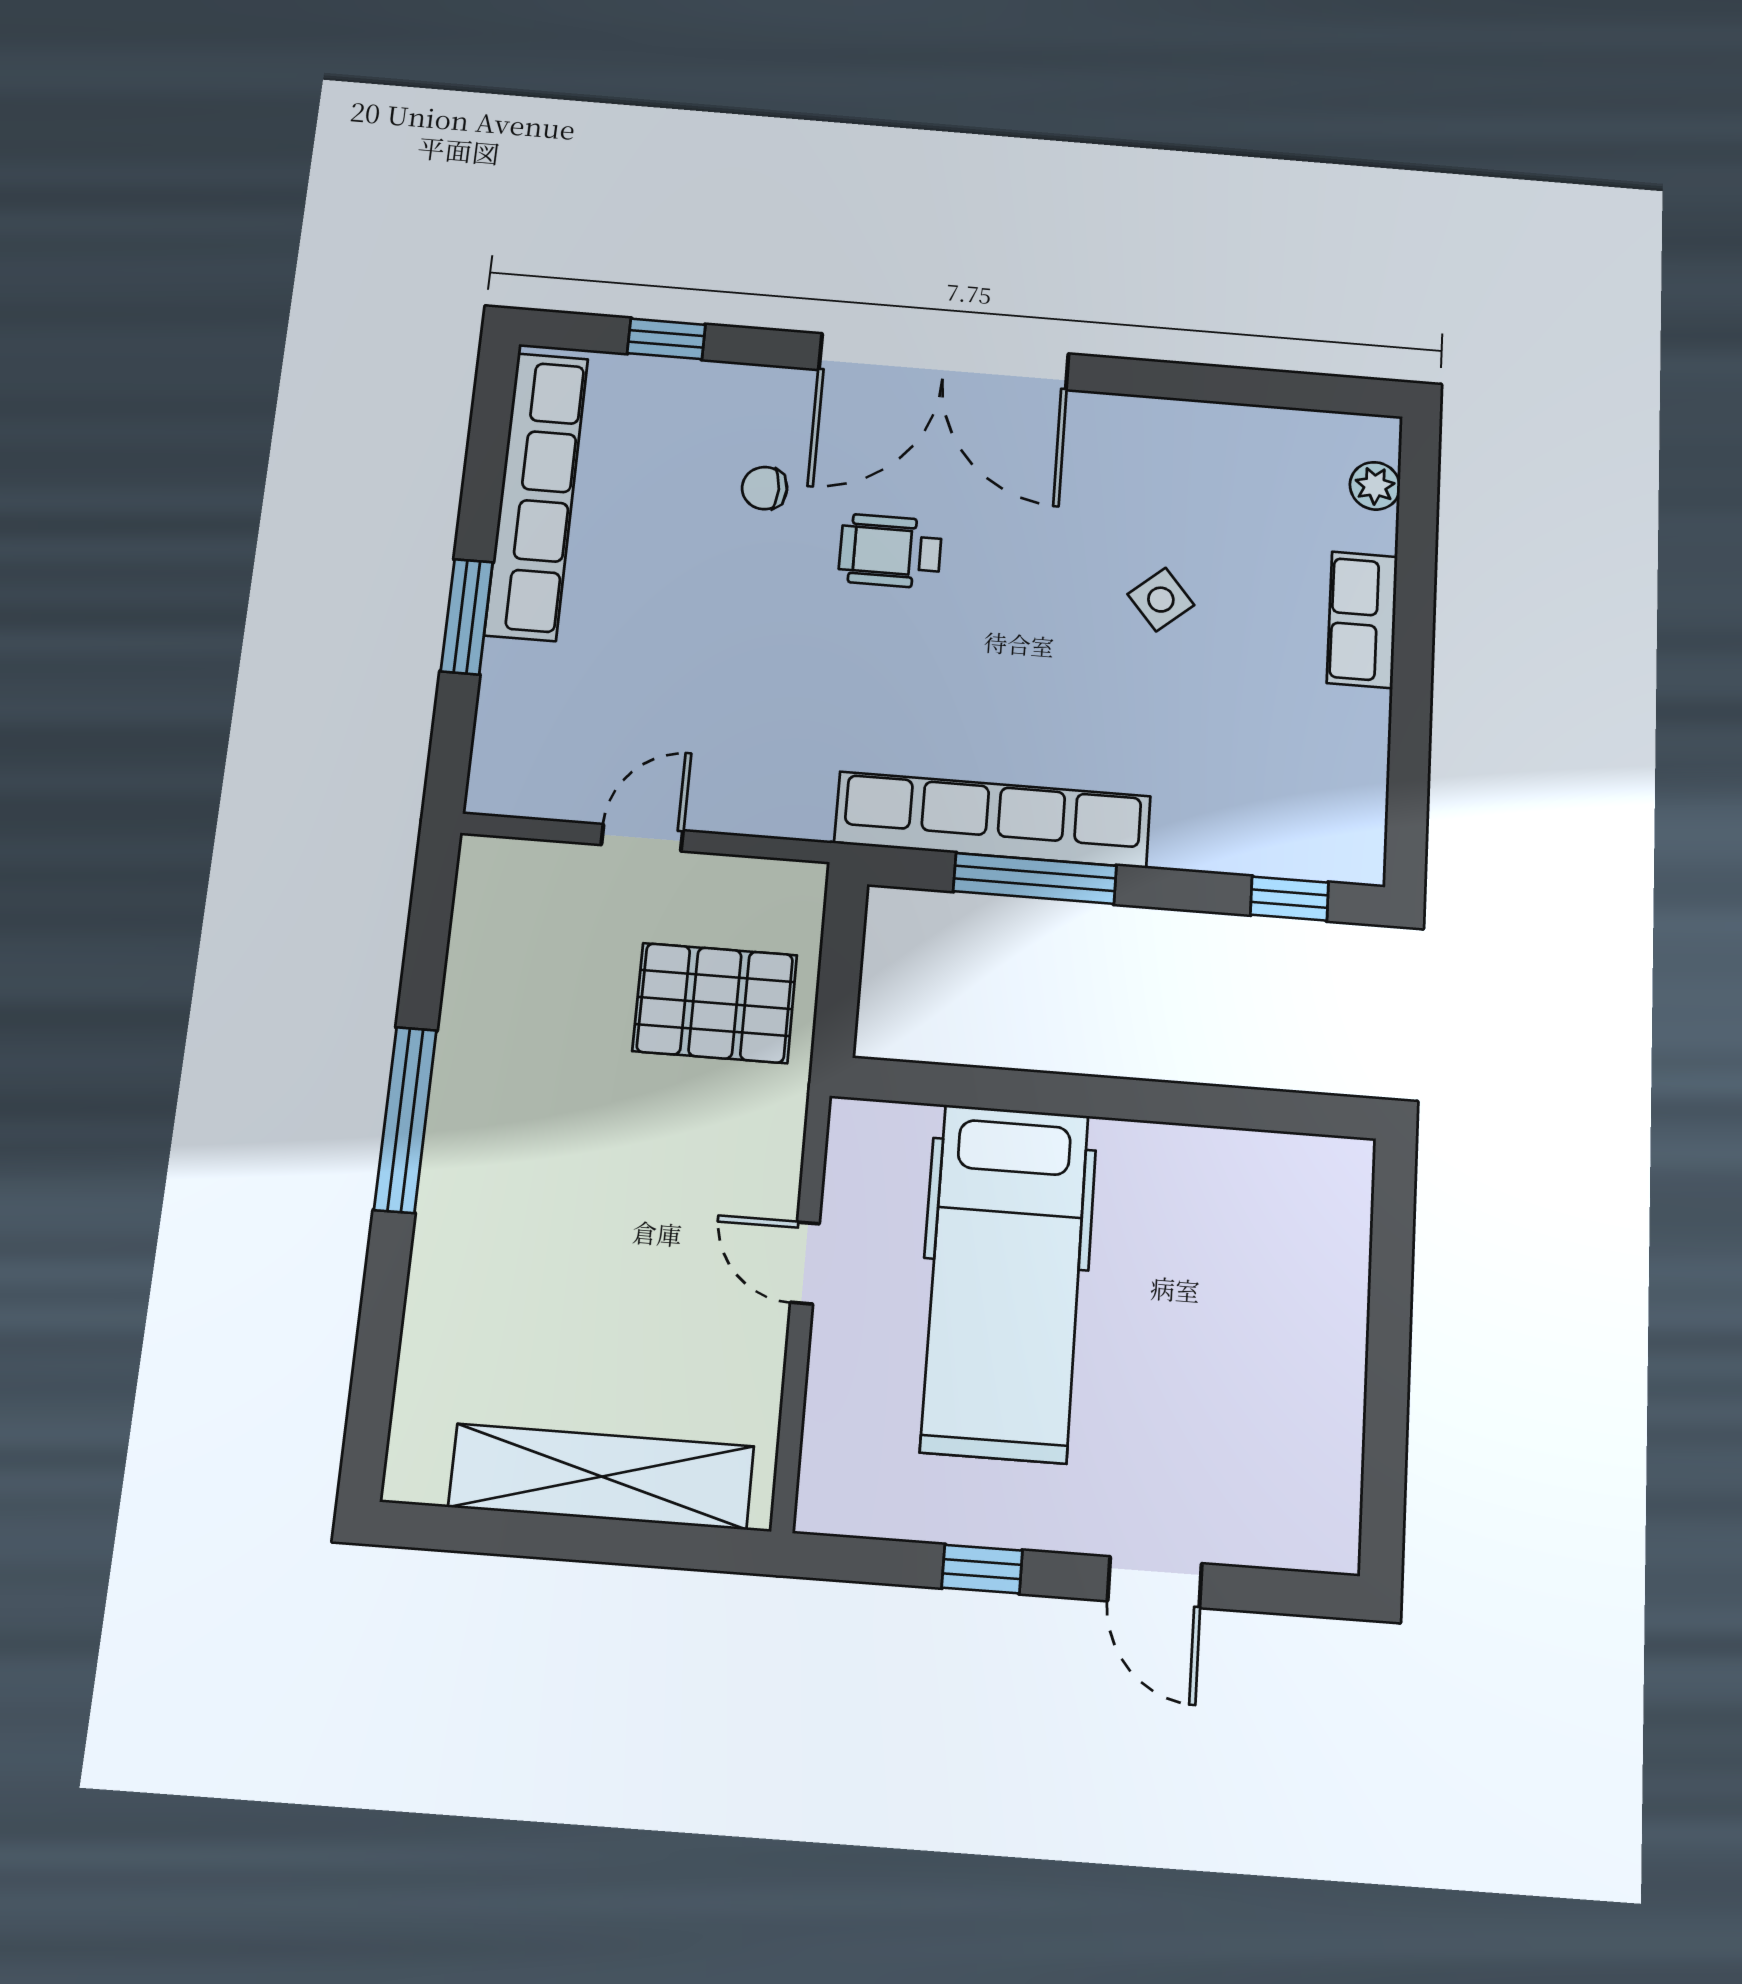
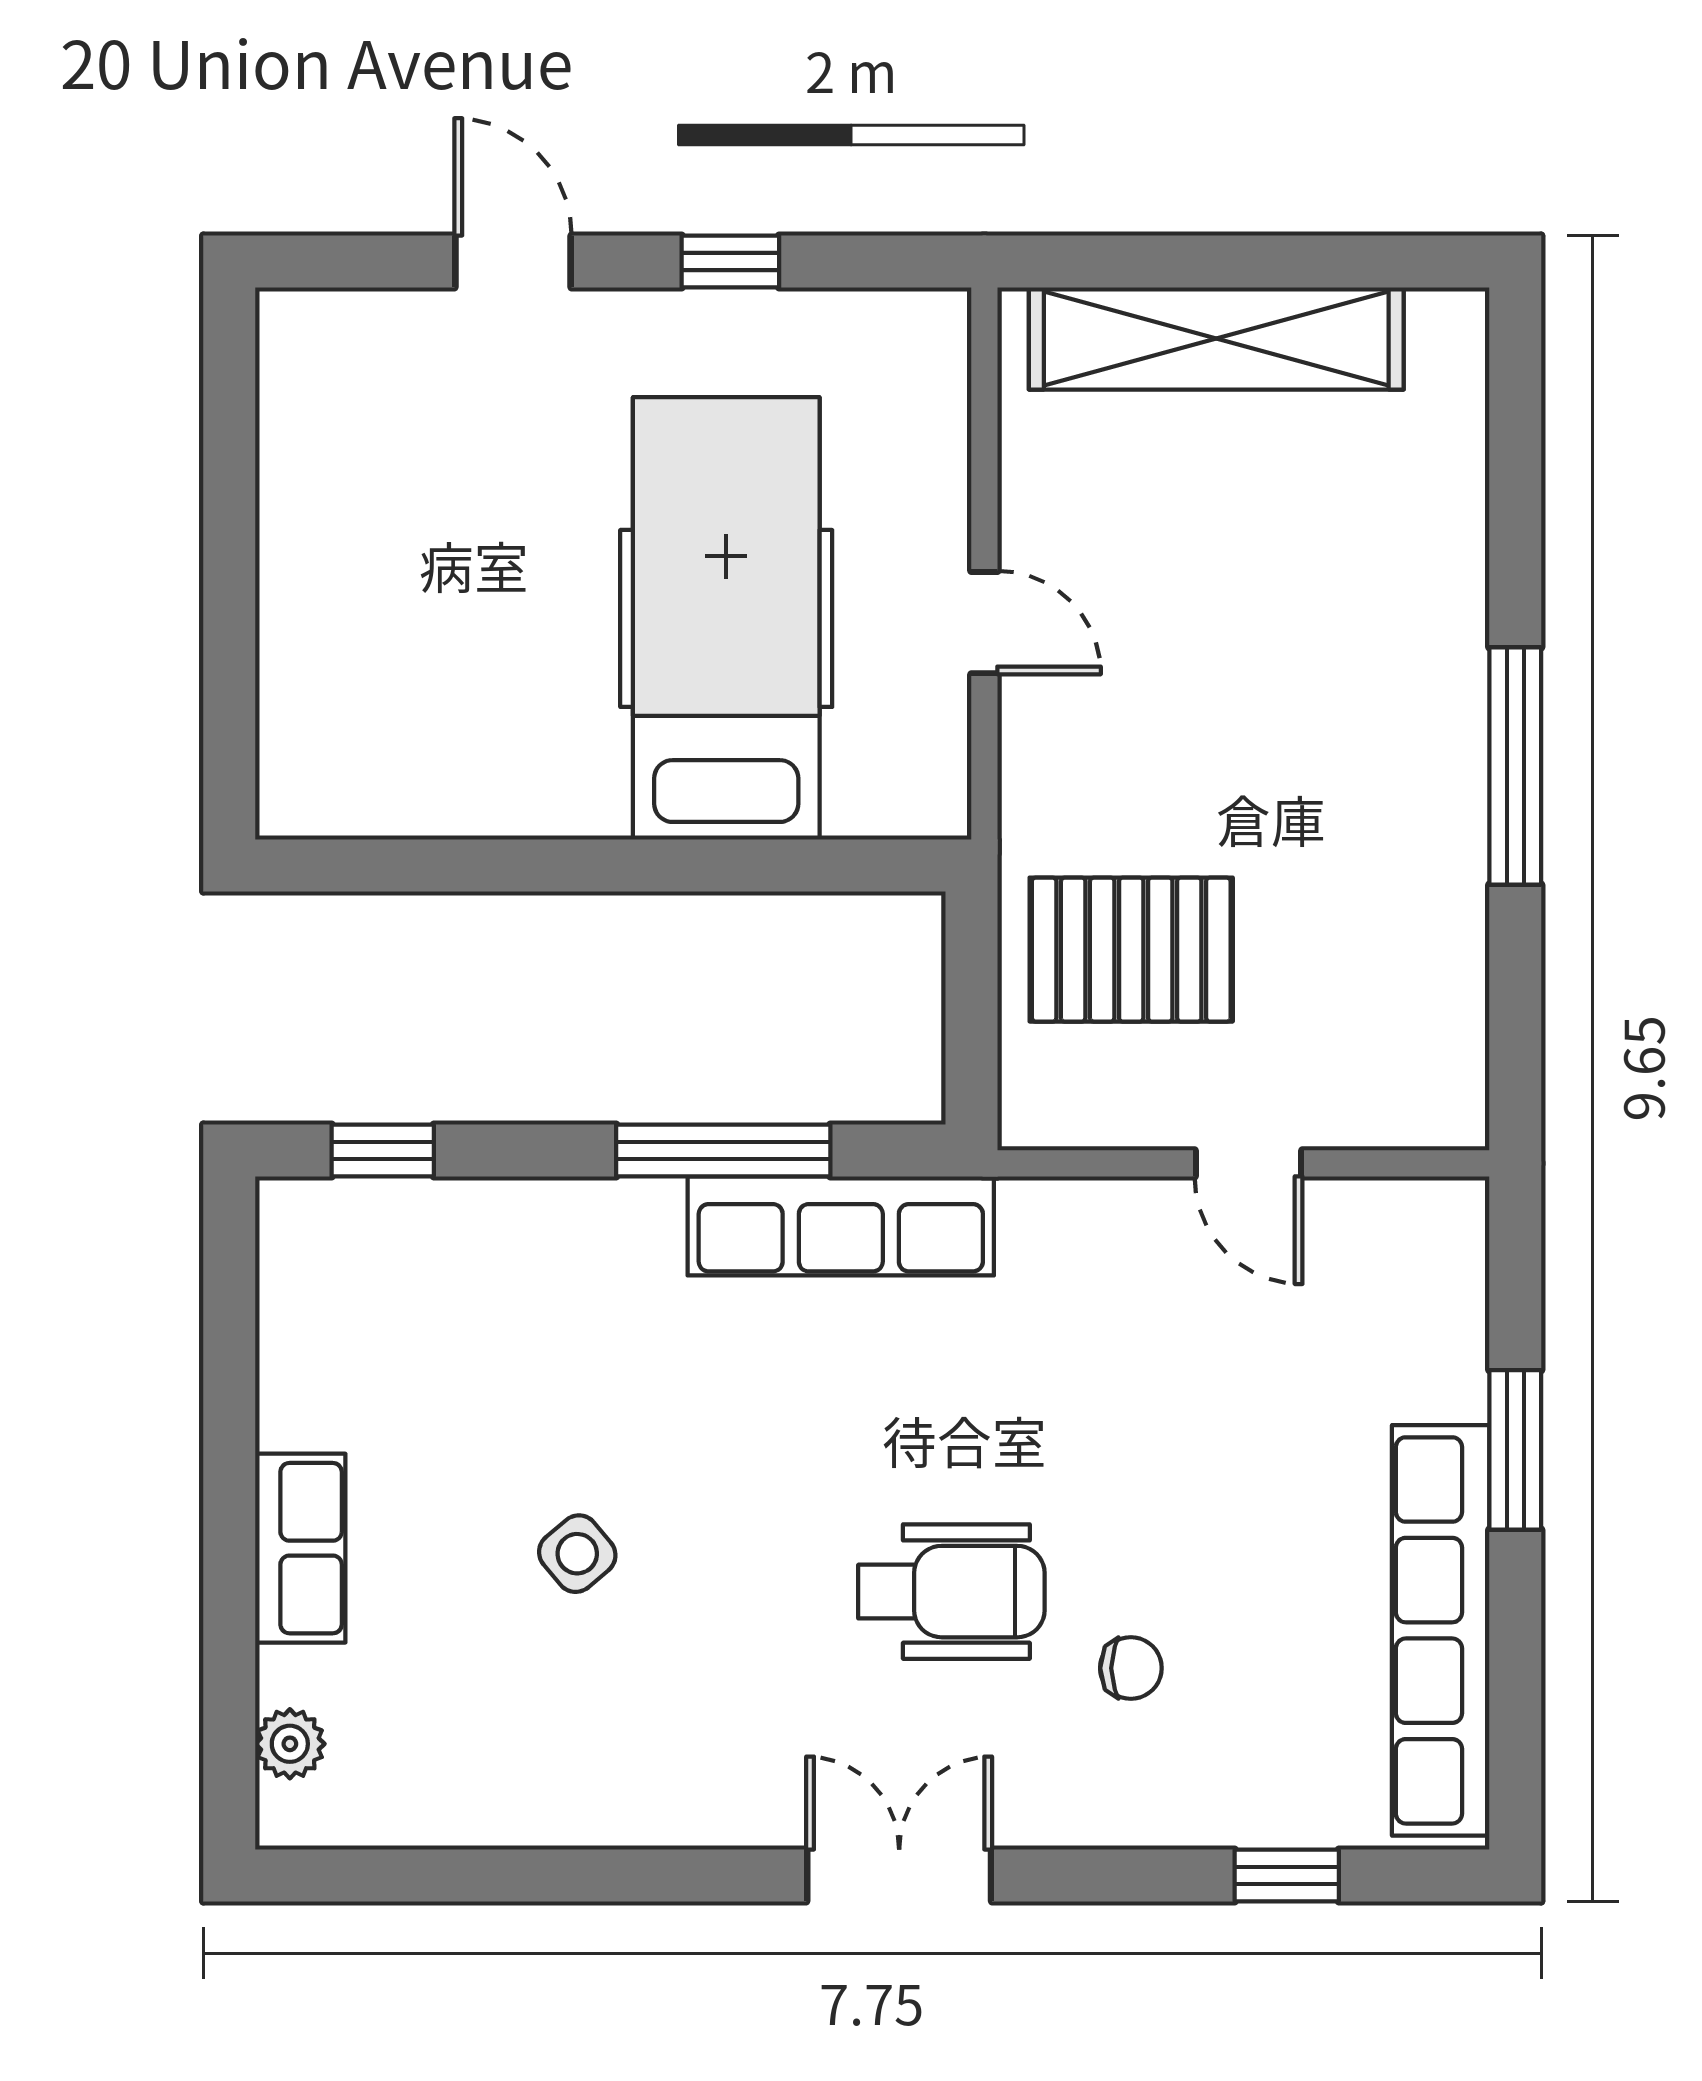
double door: (944, 362) -> (899, 1875), width x0.54
wheelchair: (890, 551) -> (951, 1592), width x1.36, depth x1.37
row of seats: (993, 820) -> (841, 1226), width x0.73
door: (642, 838) -> (1249, 1163), hinge flipped

